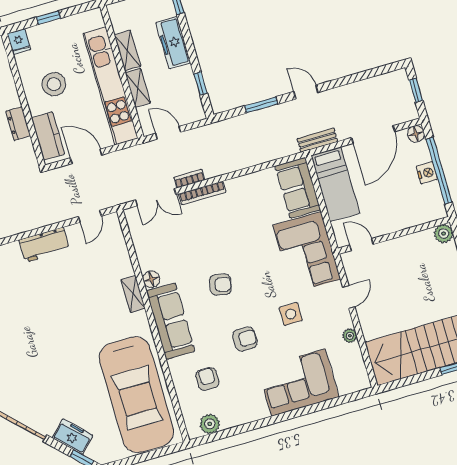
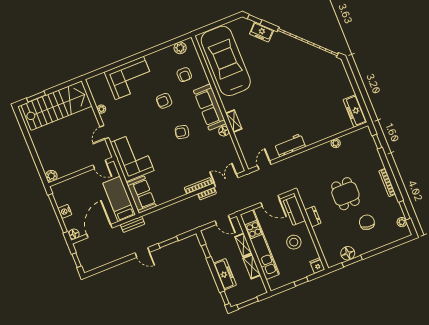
side table: (291, 314) -> (138, 119), removed

